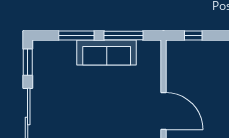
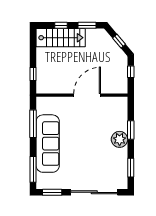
window: (76, 35) -> (33, 169), moved
sofa: (107, 53) -> (48, 144), width x1.36, depth x1.27

